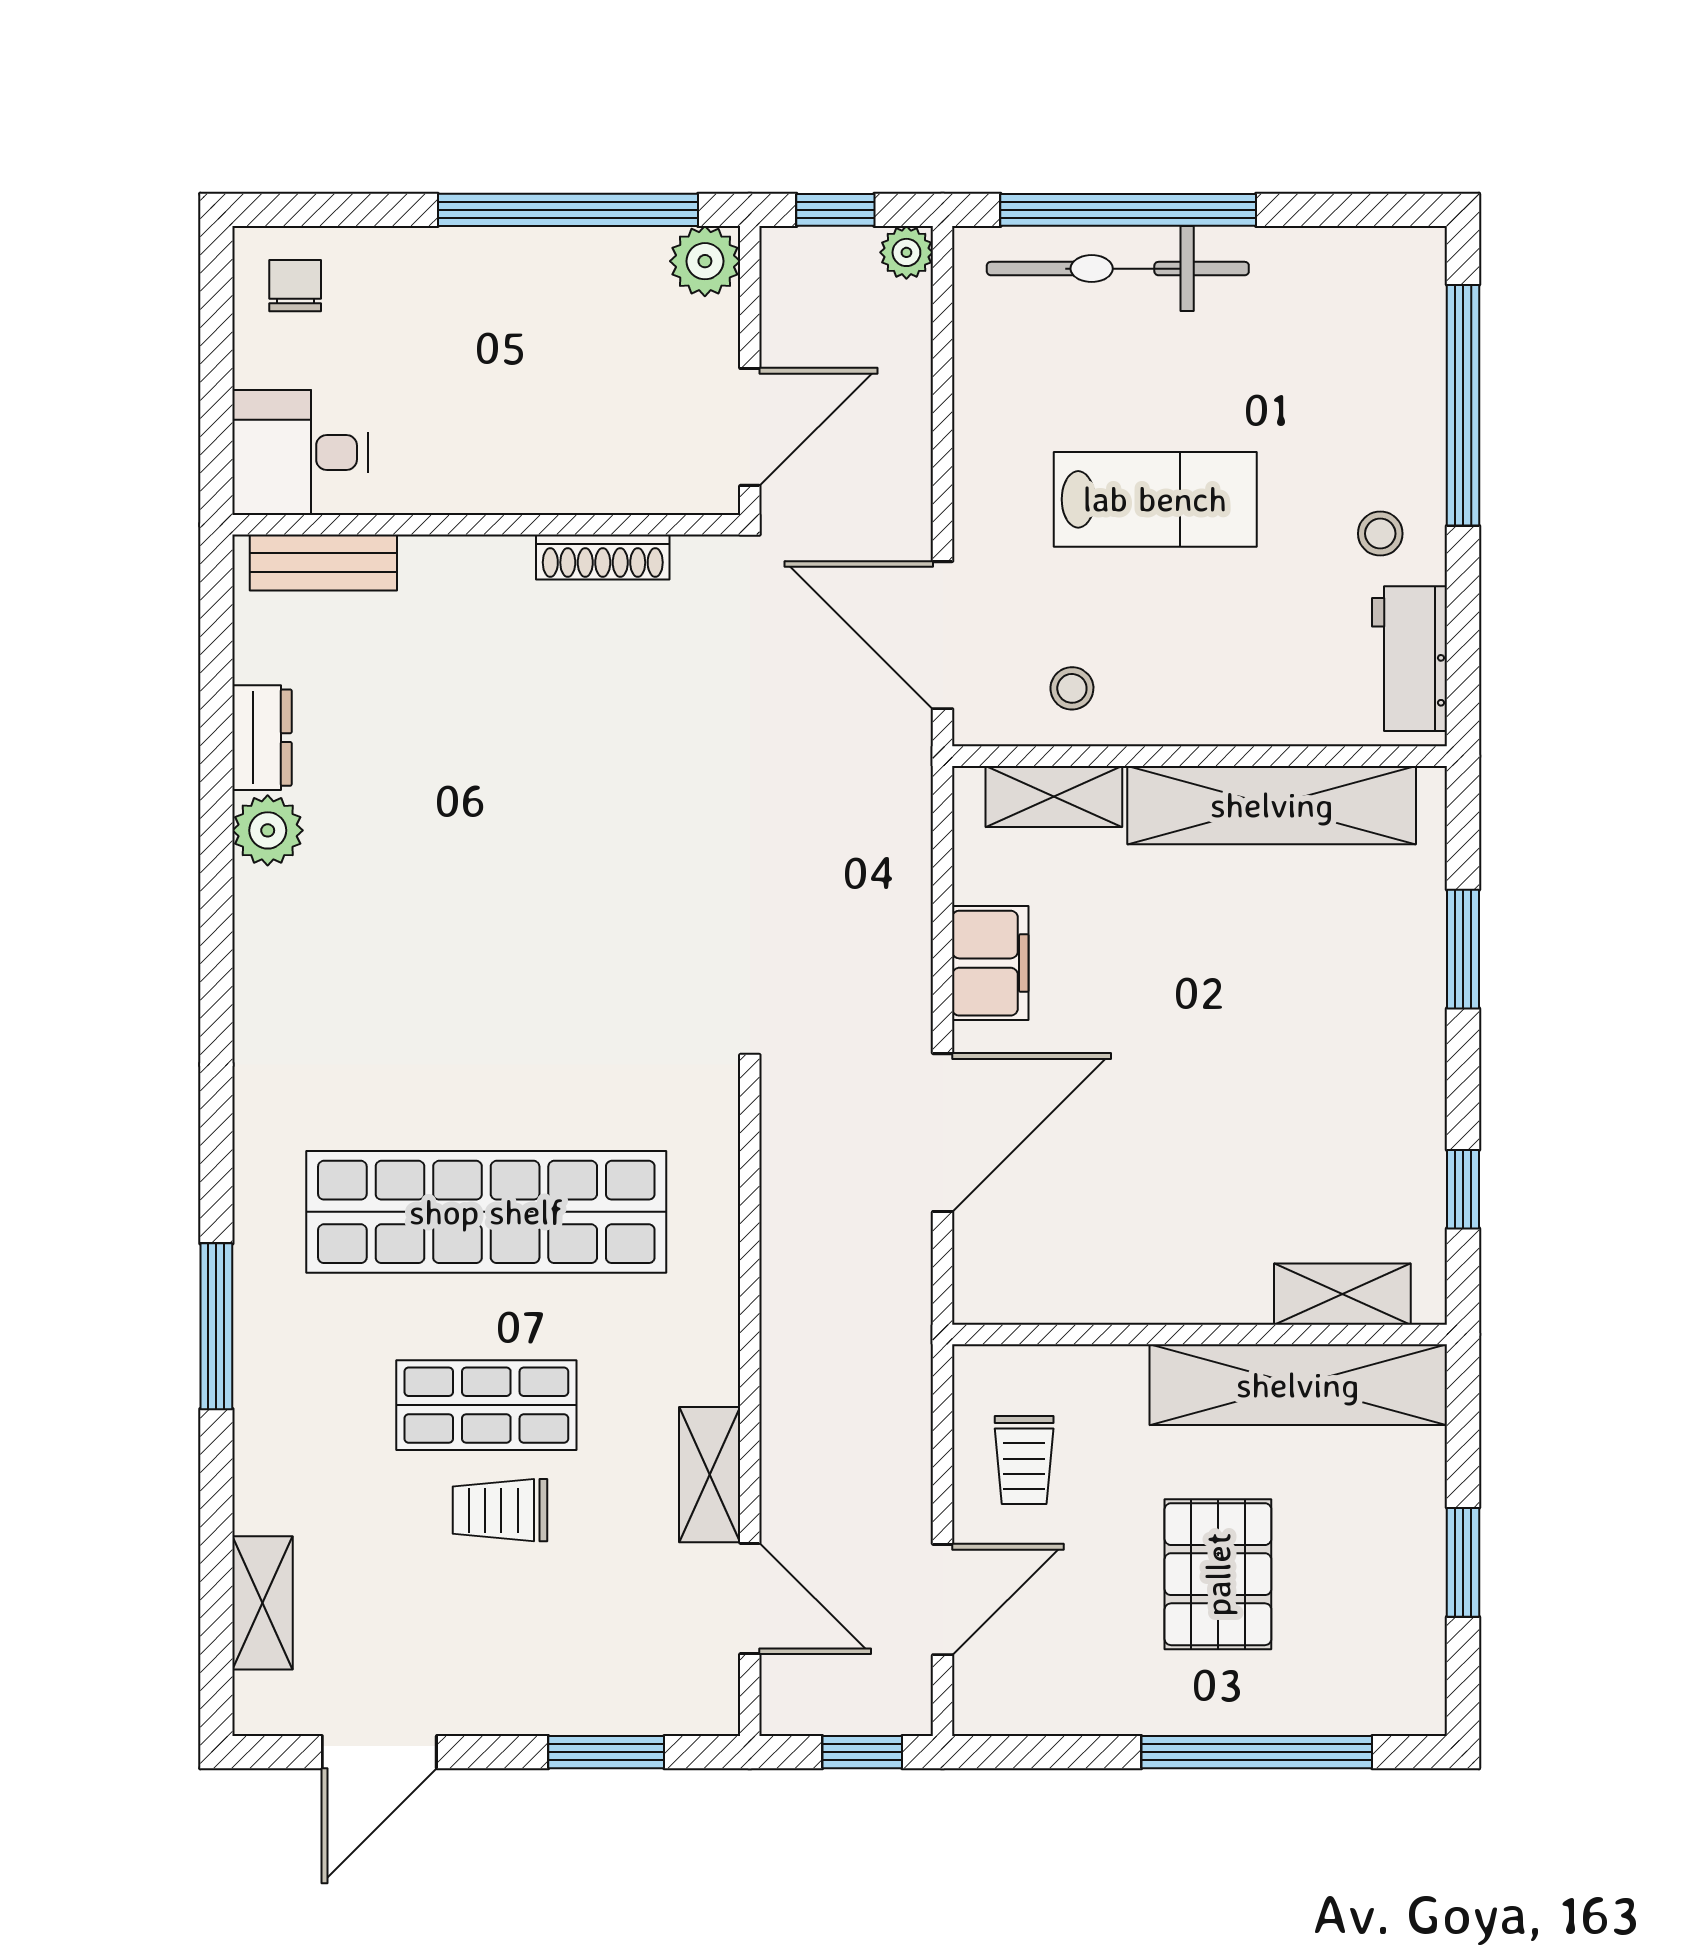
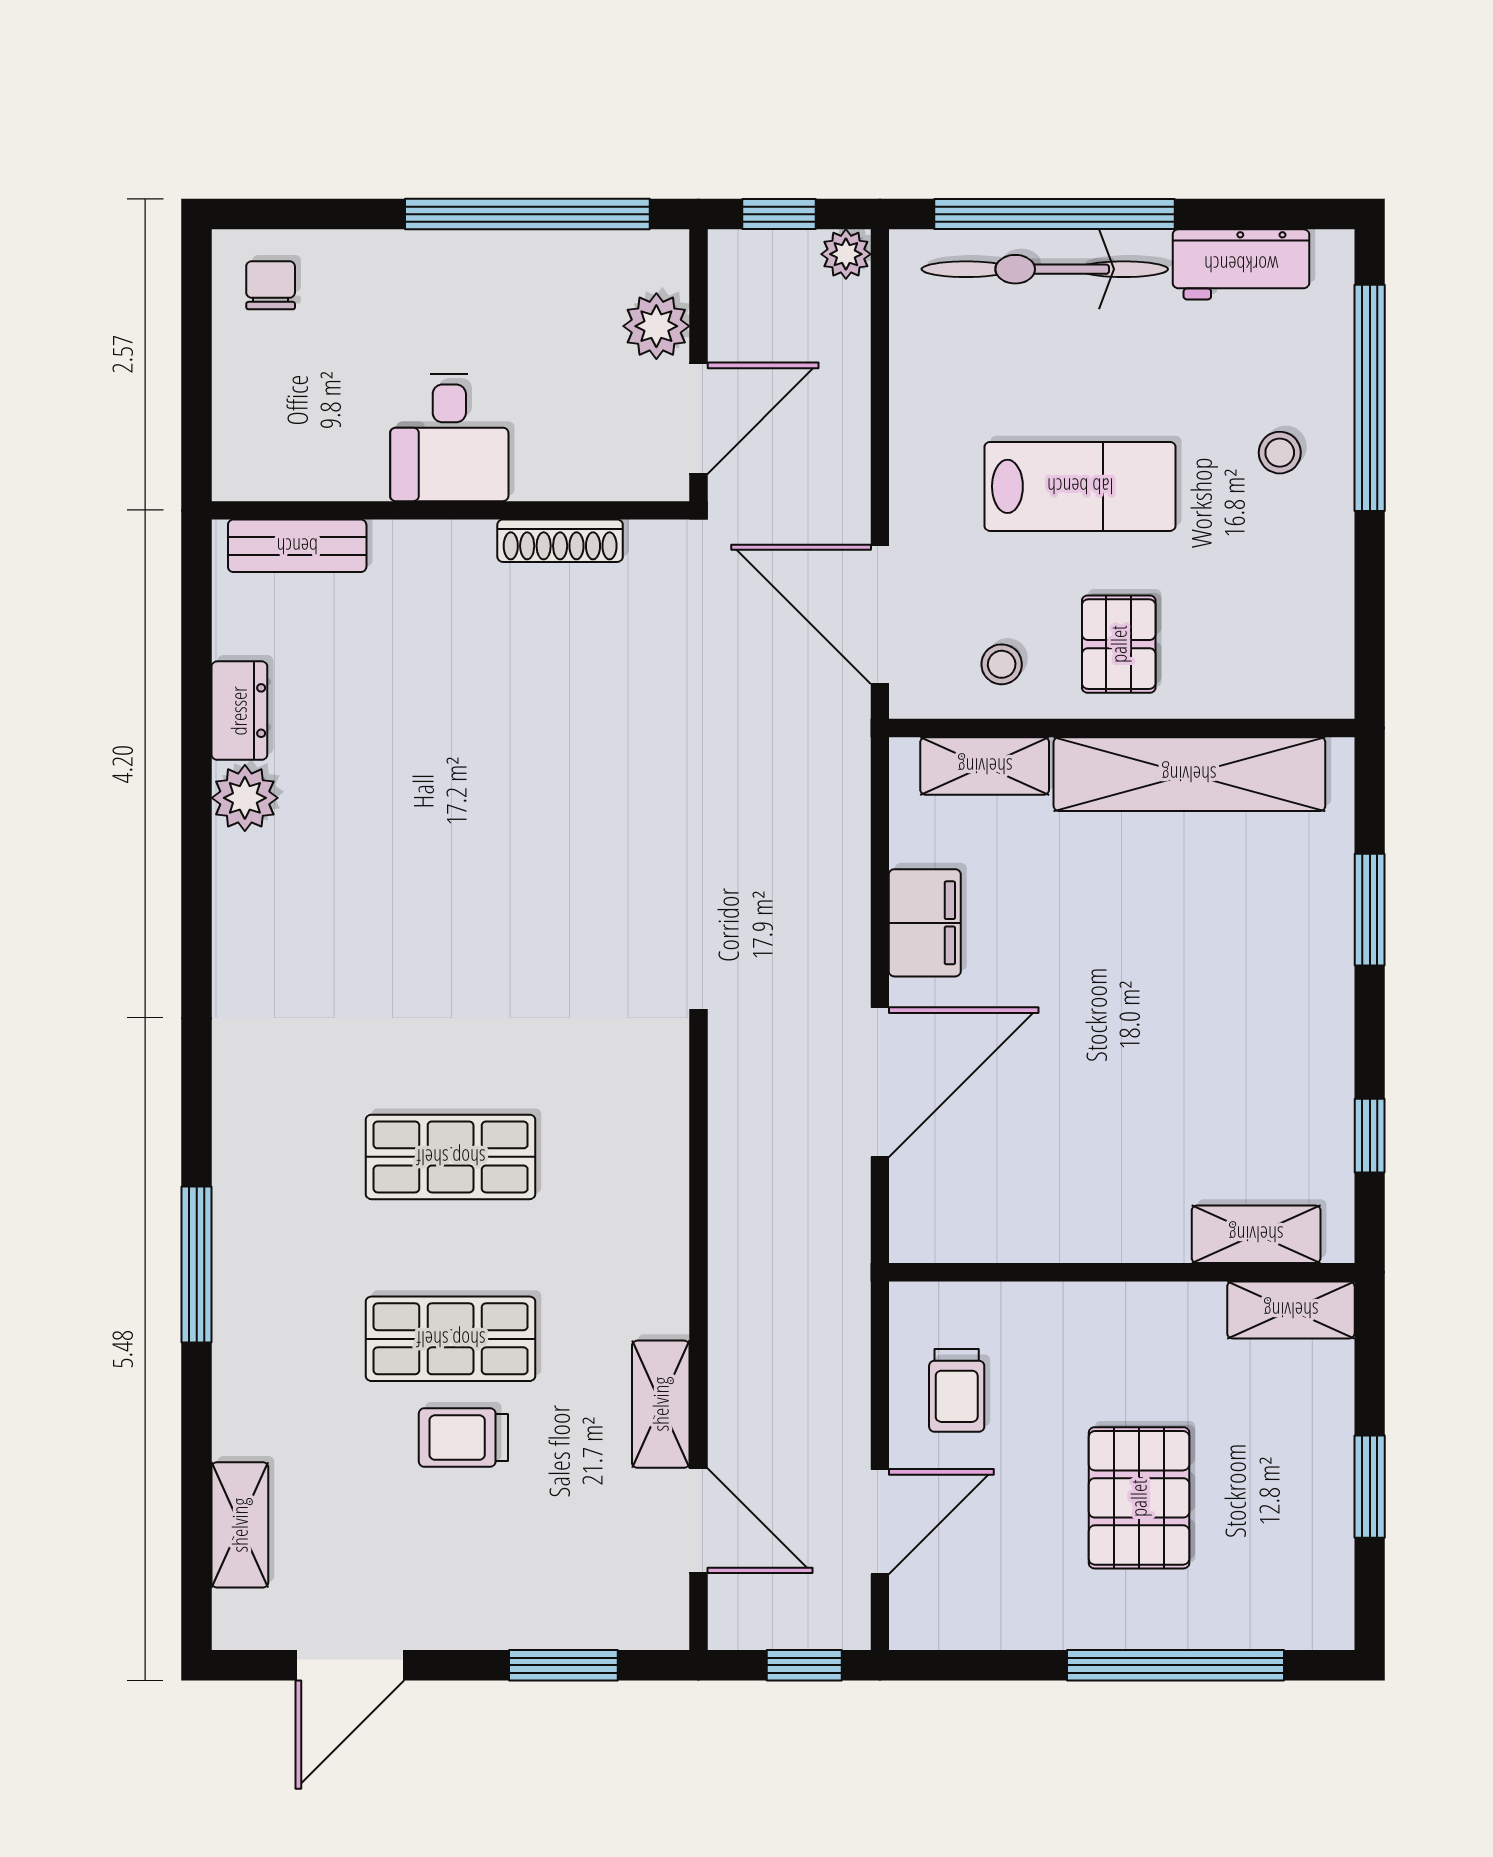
plant: (705, 261) -> (656, 326), moved
desk: (300, 453) -> (449, 438), moved, turned -90
stool: (1380, 534) -> (1280, 453), moved
workbench: (1410, 659) -> (1241, 264), moved, turned -90
pallet: (1196, 667) -> (1119, 644), added
shop shelf: (486, 1212) -> (451, 1157), width x0.50, depth x0.74
shelving: (1298, 1385) -> (1291, 1310), width x0.45, depth x0.75

